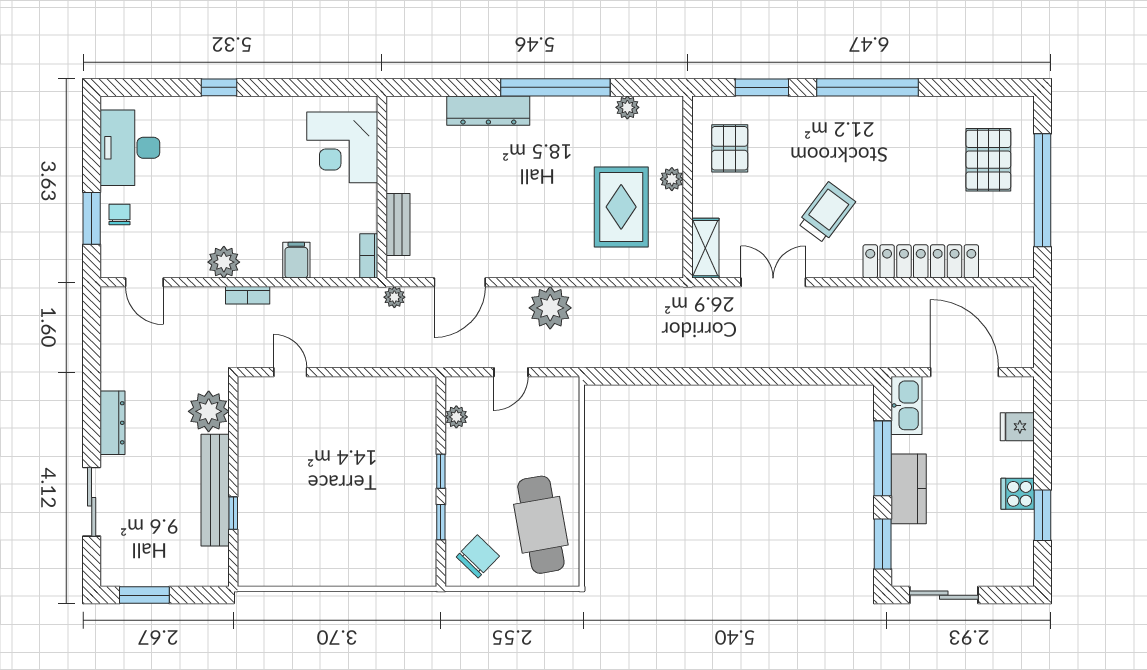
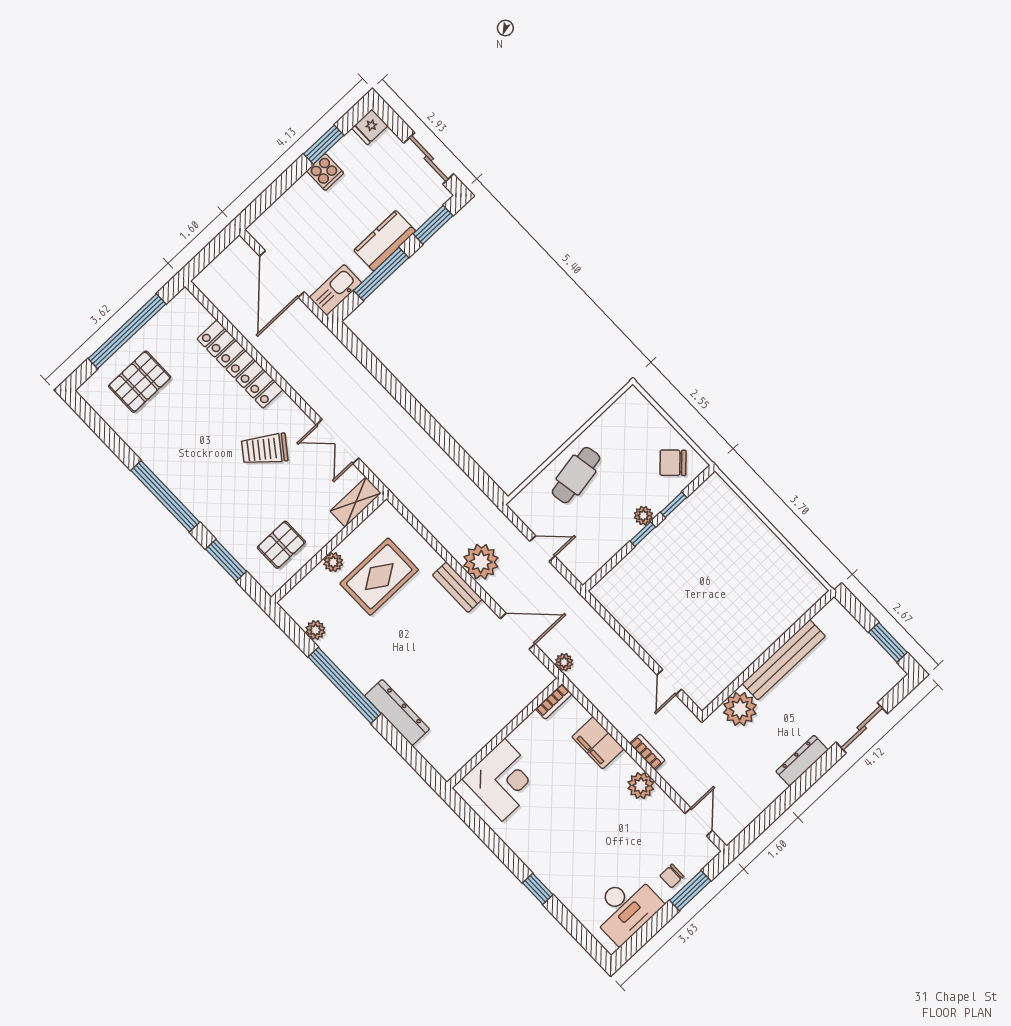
bench: (398, 225) -> (457, 587), moved, turned 90
filing cabinet: (296, 260) -> (598, 743), width x2.00
plant: (456, 417) -> (643, 516), moved
fridge: (1017, 427) -> (370, 127), moved, turned 90
window: (233, 513) -> (787, 636), removed
cafe table: (541, 525) -> (576, 475), moved, width x0.73, depth x0.74

